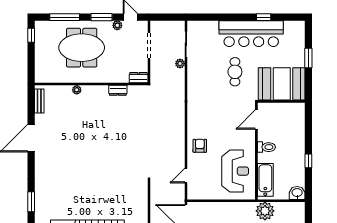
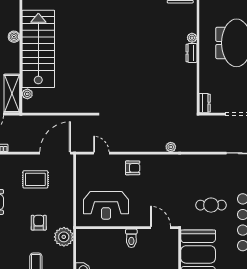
plant: (180, 64) -> (171, 147), moved
dresser: (118, 90) -> (191, 53), moved
bathtub: (265, 180) -> (97, 237), removed

